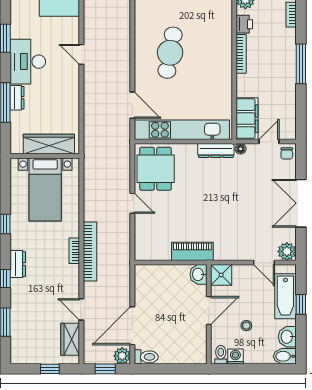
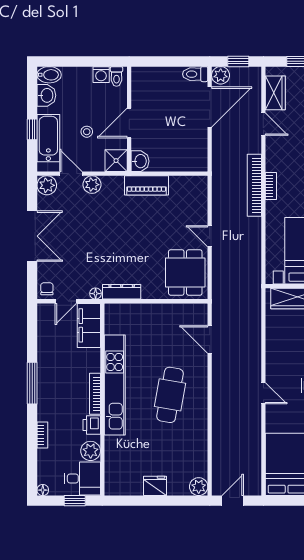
kitchen unit: (182, 130) -> (115, 385), moved, turned -90
plant: (244, 252) -> (92, 185), added
stool: (246, 326) -> (87, 132), moved

